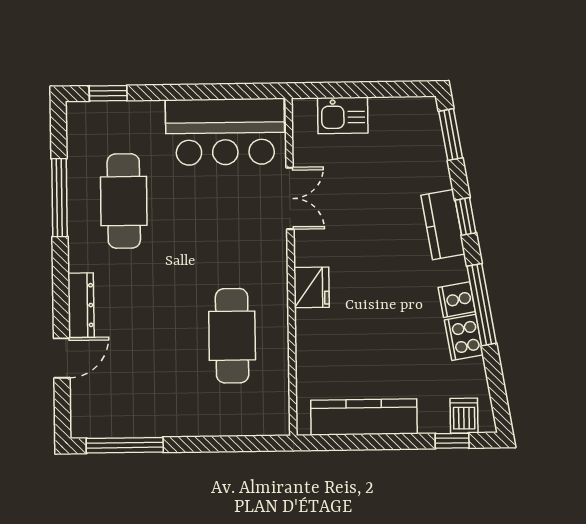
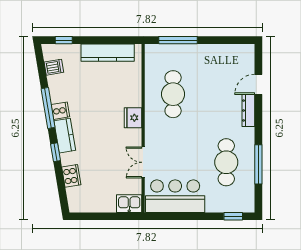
kitchen sink: (343, 115) -> (129, 204), moved
window: (451, 135) -> (62, 193), removed
kitchen counter: (443, 225) -> (65, 136), moved
cooker: (464, 337) -> (71, 176), moved
dishwasher: (464, 416) -> (54, 67), moved, turned -100
window: (125, 445) -> (178, 40), moved

